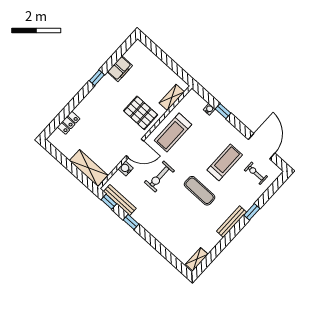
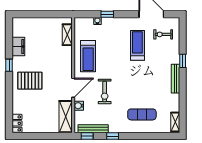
pallet: (141, 113) -> (30, 81), moved
locker: (69, 123) -> (17, 123), moved
shelving: (89, 168) -> (66, 117), moved, turned 90
exercise mat: (200, 191) -> (142, 114), moved

